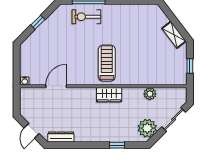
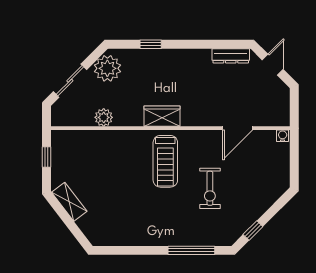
exercise bike: (86, 17) -> (210, 188), moved, turned 90
window: (38, 22) -> (253, 231), moved

